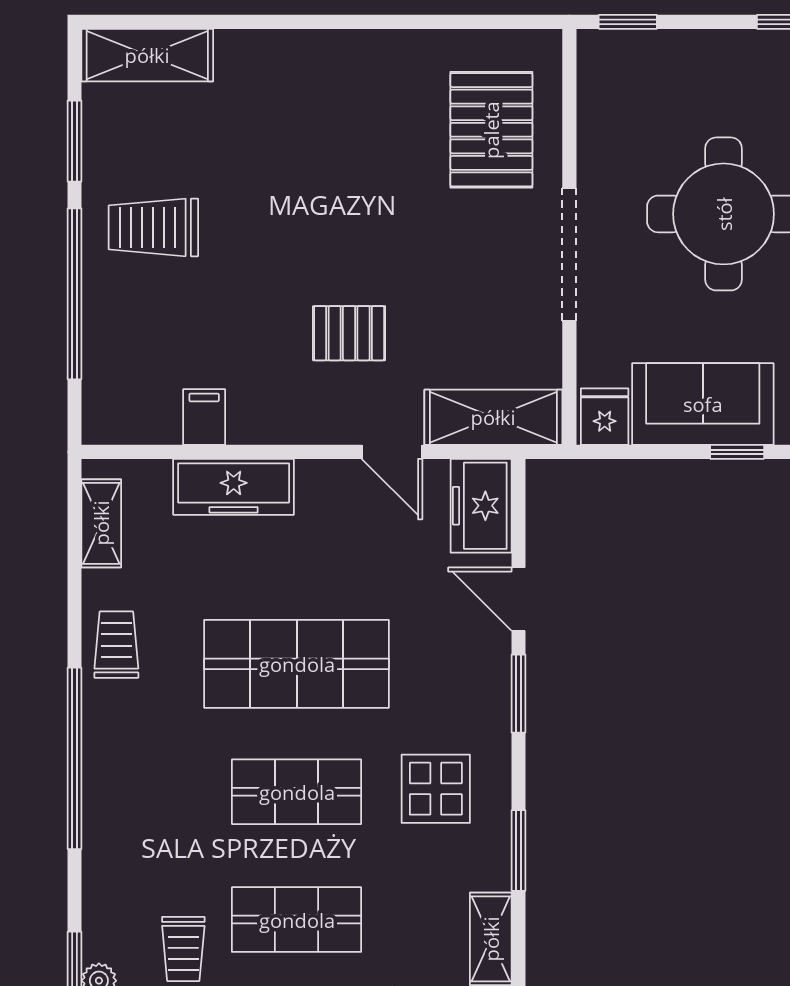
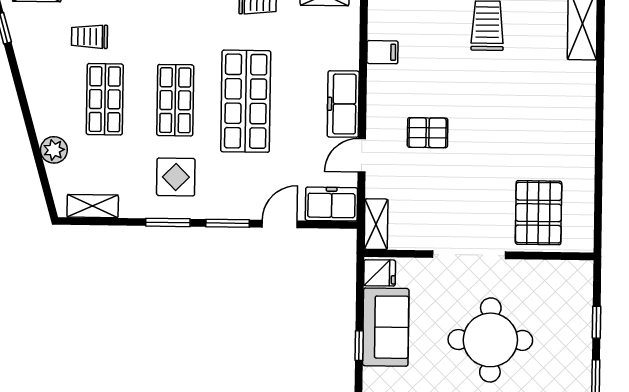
window: (628, 22) -> (596, 322), moved
pallet: (491, 130) -> (539, 213), turned 90
pallet: (349, 333) -> (428, 133), turned 90
shelving: (493, 417) -> (376, 224), width x0.67, depth x0.75
freezer: (234, 487) -> (343, 104), moved
window: (518, 851) -> (168, 222), moved

